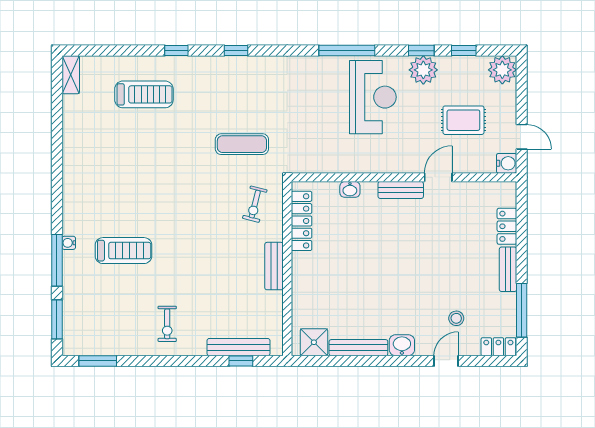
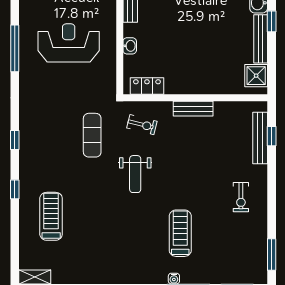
reception desk: (373, 97) -> (69, 43), moved
weight bench: (195, 196) -> (135, 174), added
locker: (301, 221) -> (147, 86), width x0.66
exercise bike: (167, 324) -> (241, 197), turned 90
window: (379, 361) -> (272, 21), added

